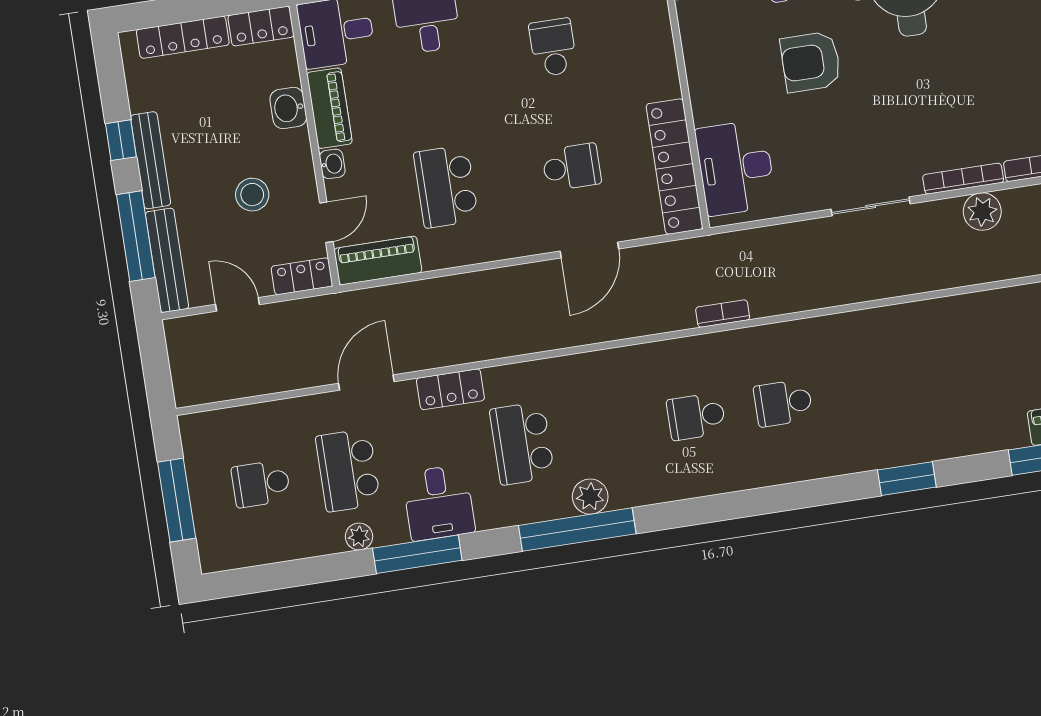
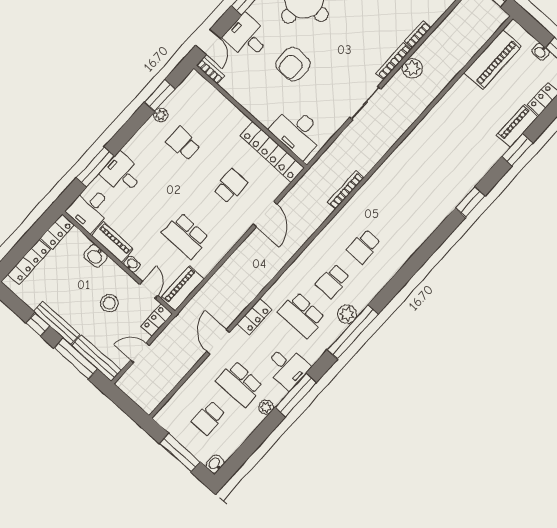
bookcase: (723, 314) -> (346, 190), width x1.56
school desk: (783, 403) -> (333, 281), moved
washbasin: (215, 559) -> (215, 464), added

